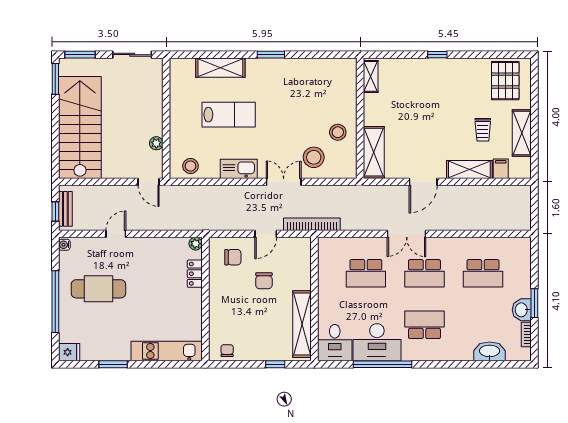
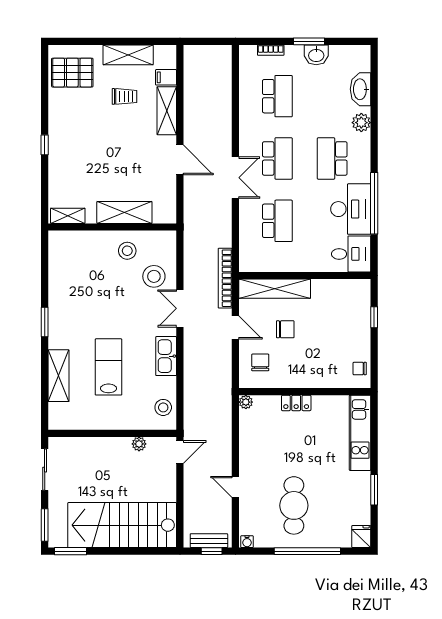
shelving: (374, 152) -> (124, 212), moved
locker: (195, 274) -> (296, 403), moved
shelving: (302, 324) -> (275, 289), moved
bookcase: (526, 335) -> (271, 50), moved
plant: (458, 352) -> (361, 123), added

